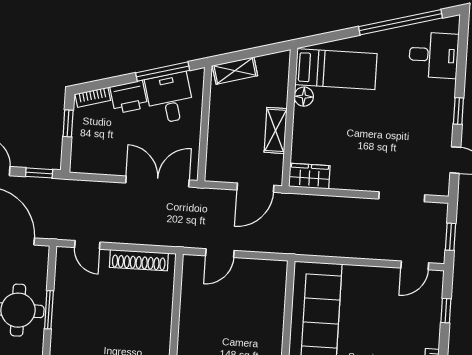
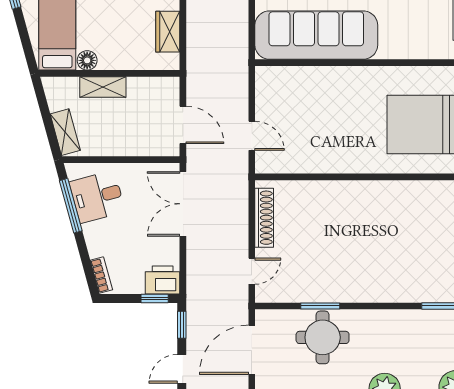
printer: (129, 97) -> (163, 280), moved, turned -75
window: (68, 123) -> (155, 298), moved
shelving: (276, 130) -> (103, 87), moved
wardrobe: (309, 176) -> (168, 32), moved
door: (255, 188) -> (183, 125), moved

